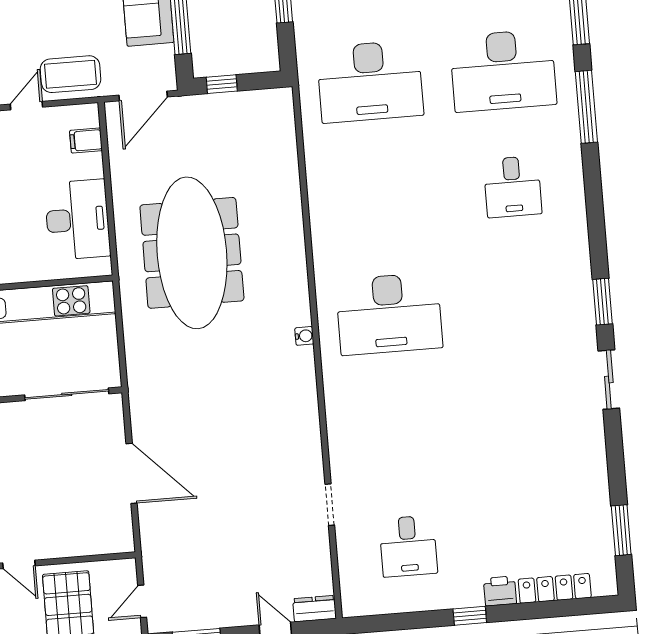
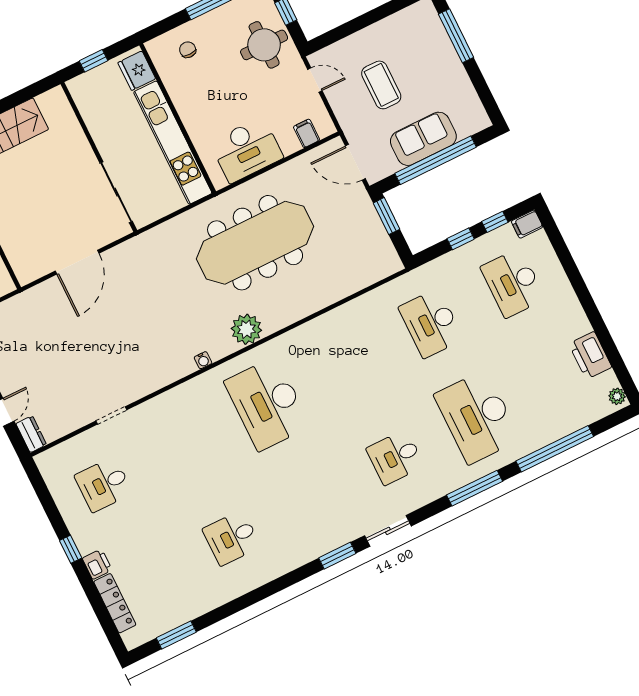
coffee table: (71, 74) -> (381, 85), moved
desk: (370, 81) -> (431, 323), width x0.73, depth x0.77
window: (222, 84) -> (386, 216), width x1.50
plant: (291, 304) -> (246, 329), added
water cooler: (304, 336) -> (203, 360), moved
sliding door: (609, 379) -> (388, 531), moved
desk: (532, 419) -> (232, 538), added

